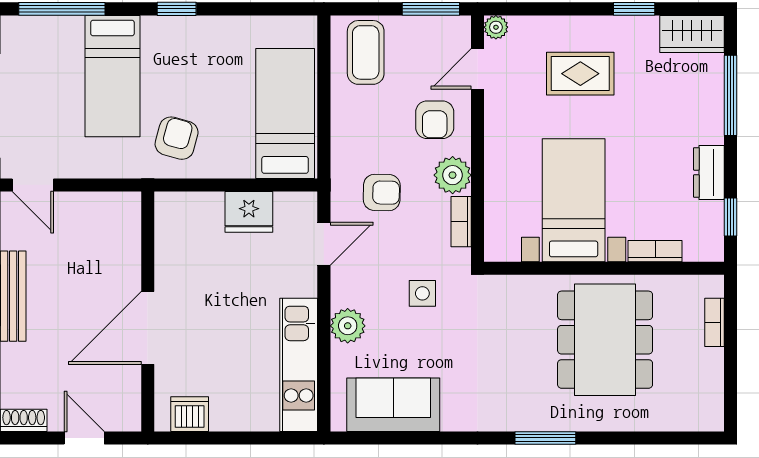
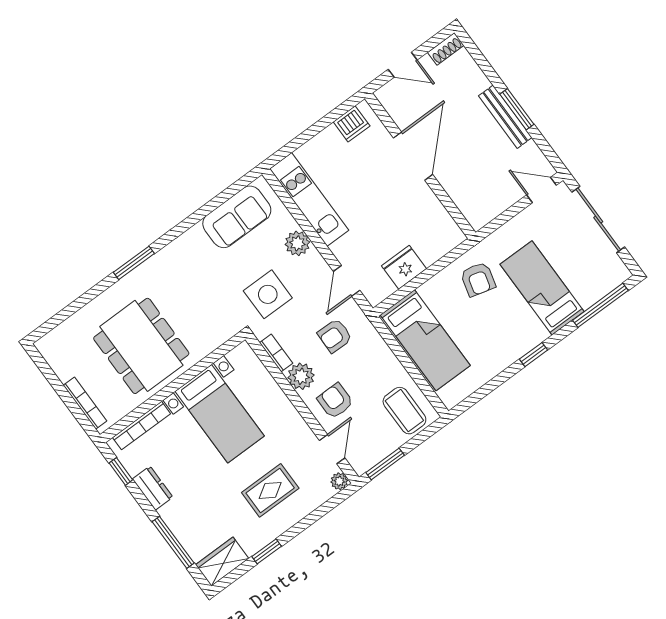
bookcase: (655, 251) -> (141, 426), width x1.56
side table: (422, 293) -> (268, 294), width x1.87, depth x1.87
bookcase: (714, 322) -> (85, 403), width x1.56

